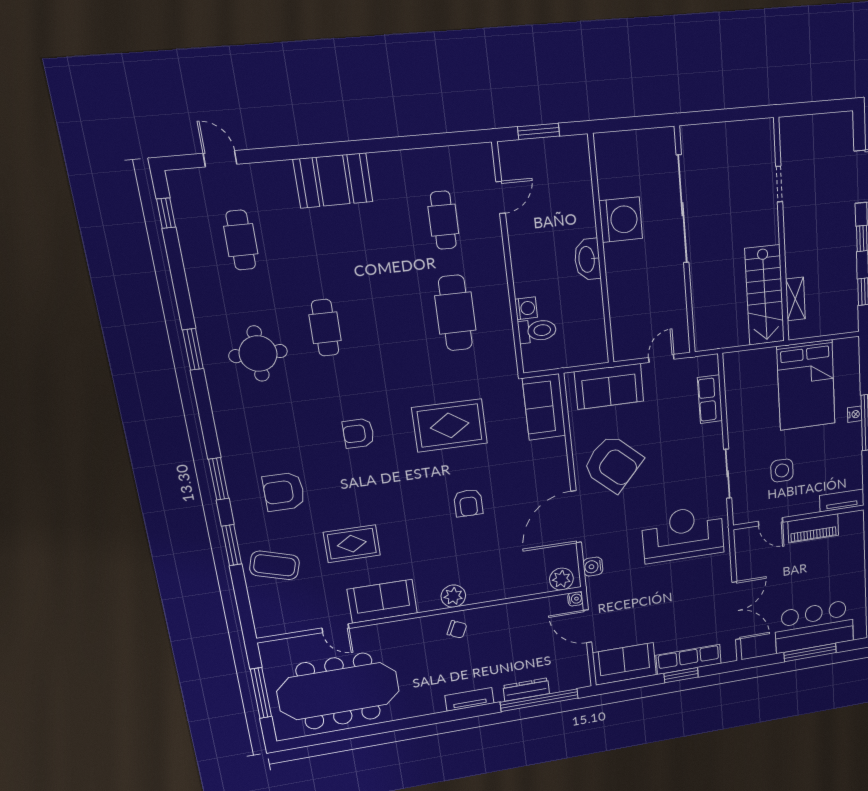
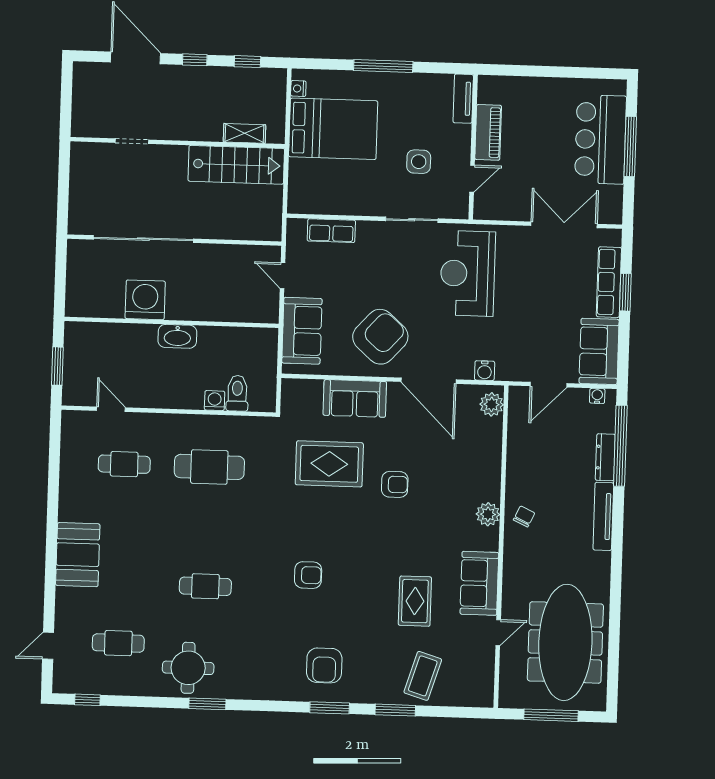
round table: (258, 354) -> (188, 668), moved
sofa: (544, 407) -> (355, 398), moved
nightstand: (855, 414) -> (298, 89), moved, turned -90
rug: (450, 425) -> (329, 464), moved, turned 90
armchair: (358, 433) -> (308, 575), turned -90
armchair: (284, 492) -> (324, 665), moved
water cooler: (575, 599) -> (597, 396), moved
tv unit: (469, 699) -> (603, 516), width x1.41

